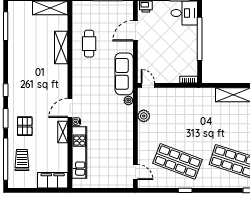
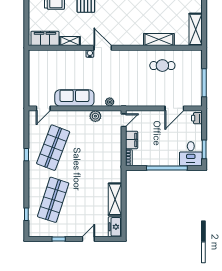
door: (135, 31) -> (174, 108), swing flipped
sofa: (124, 74) -> (74, 98), moved
filing cabinet: (169, 77) -> (132, 140), added
shelving: (63, 132) -> (70, 41), moved
kitchen unit: (79, 153) -> (61, 57), removed
filing cabinet: (53, 180) -> (45, 38), moved, turned -90

